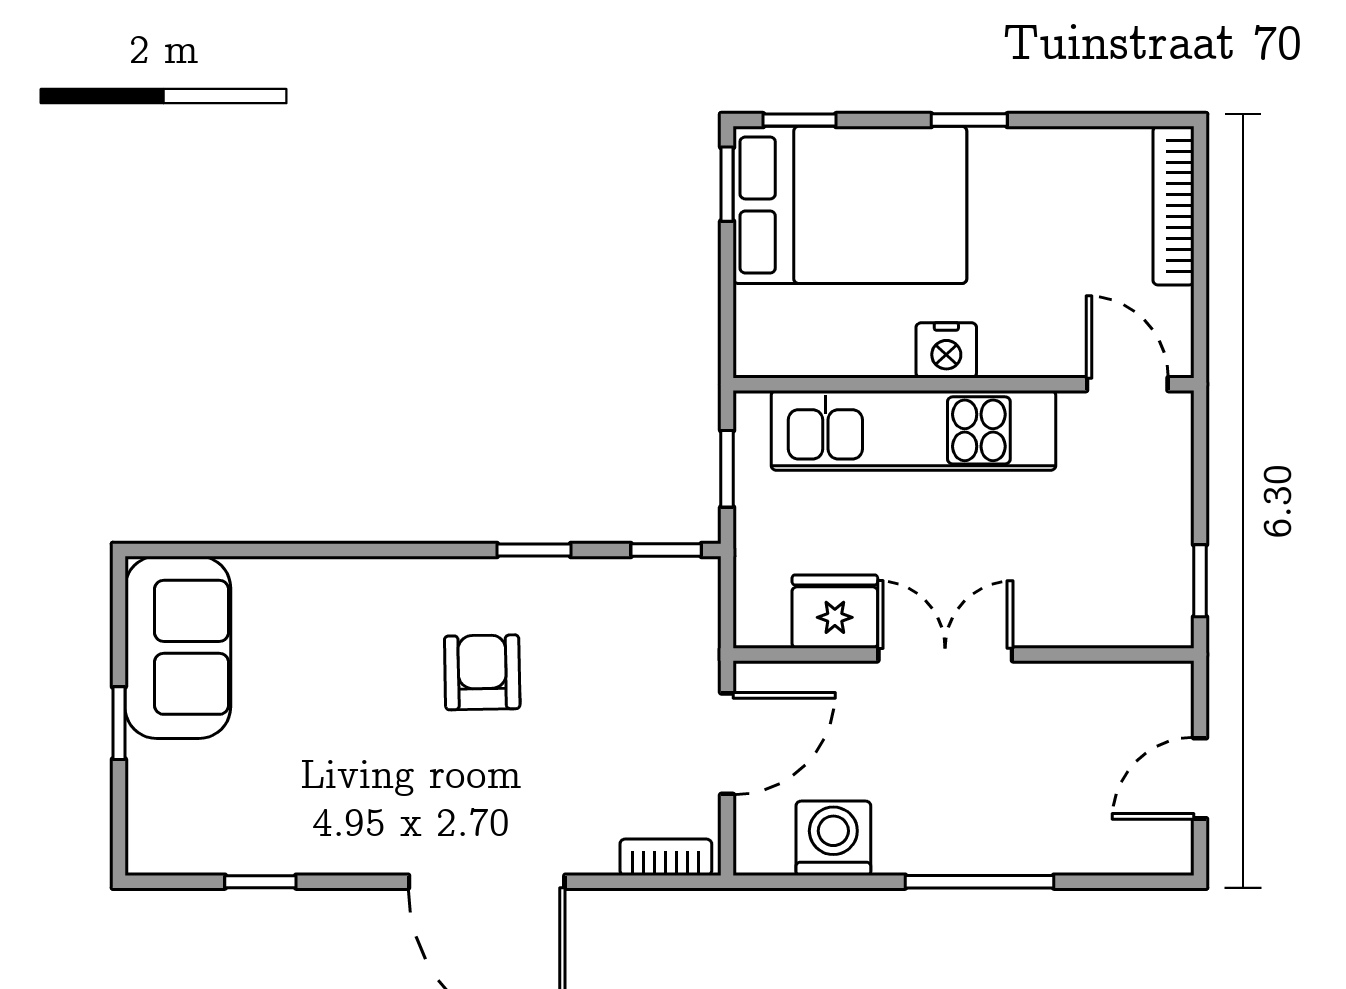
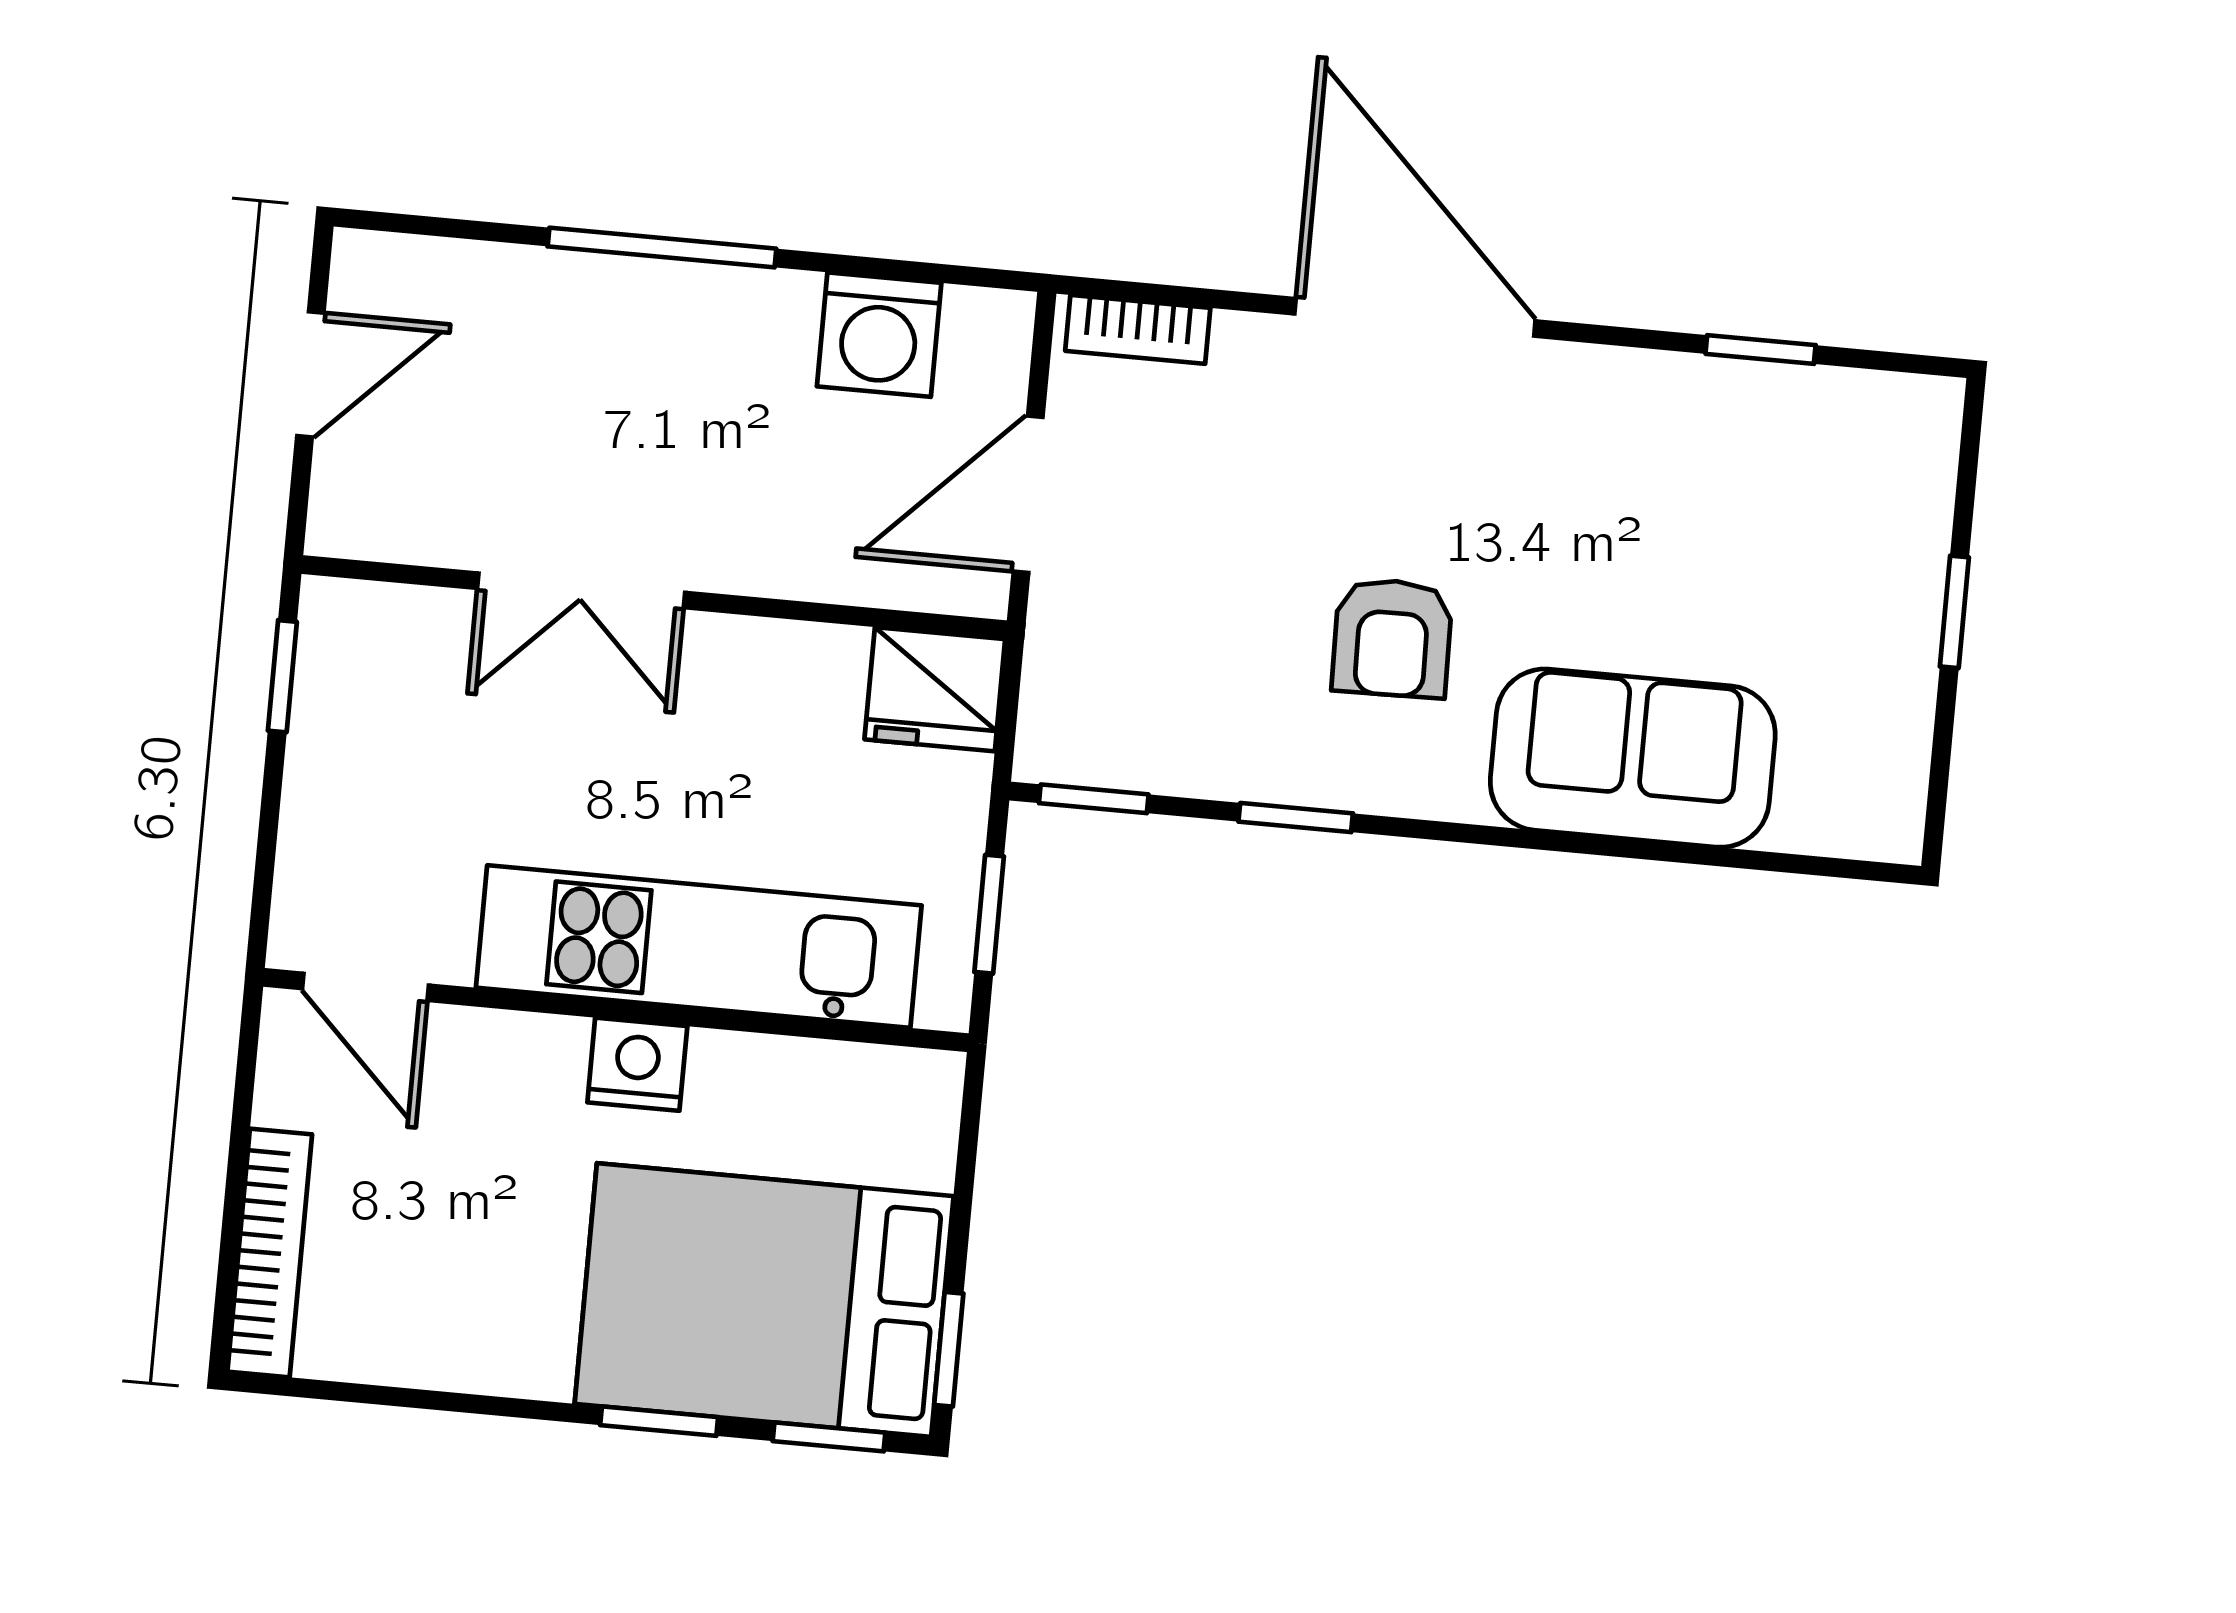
window: (969, 120) -> (659, 1421), moved
fridge: (835, 612) -> (935, 689), moved
sofa: (178, 647) -> (1633, 758), moved, turned 90
double door: (945, 654) -> (581, 590), moved

